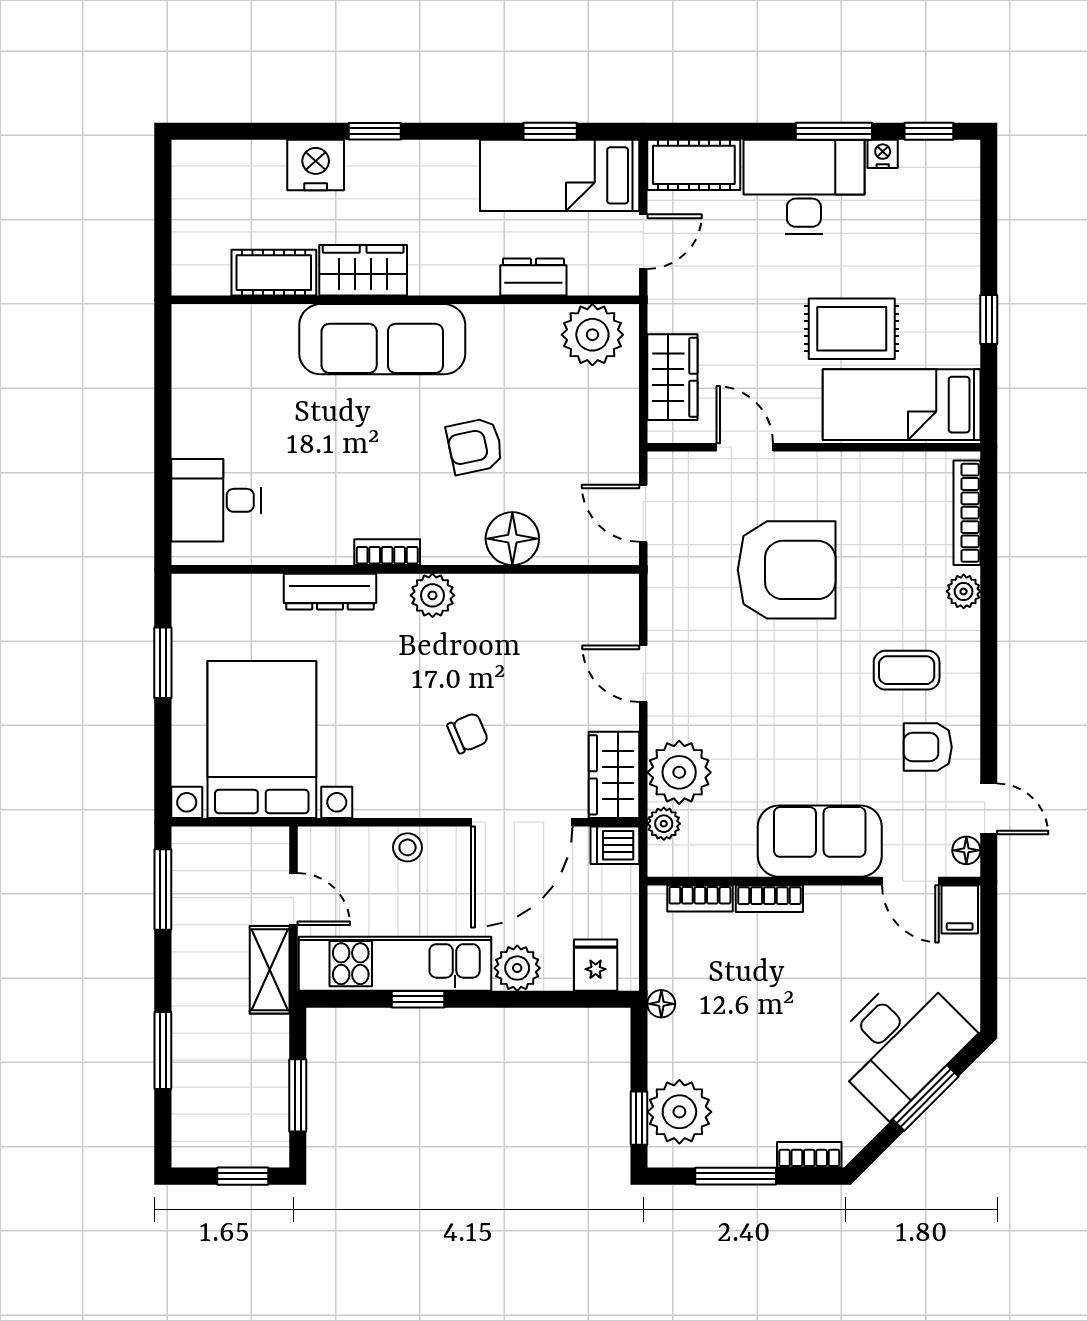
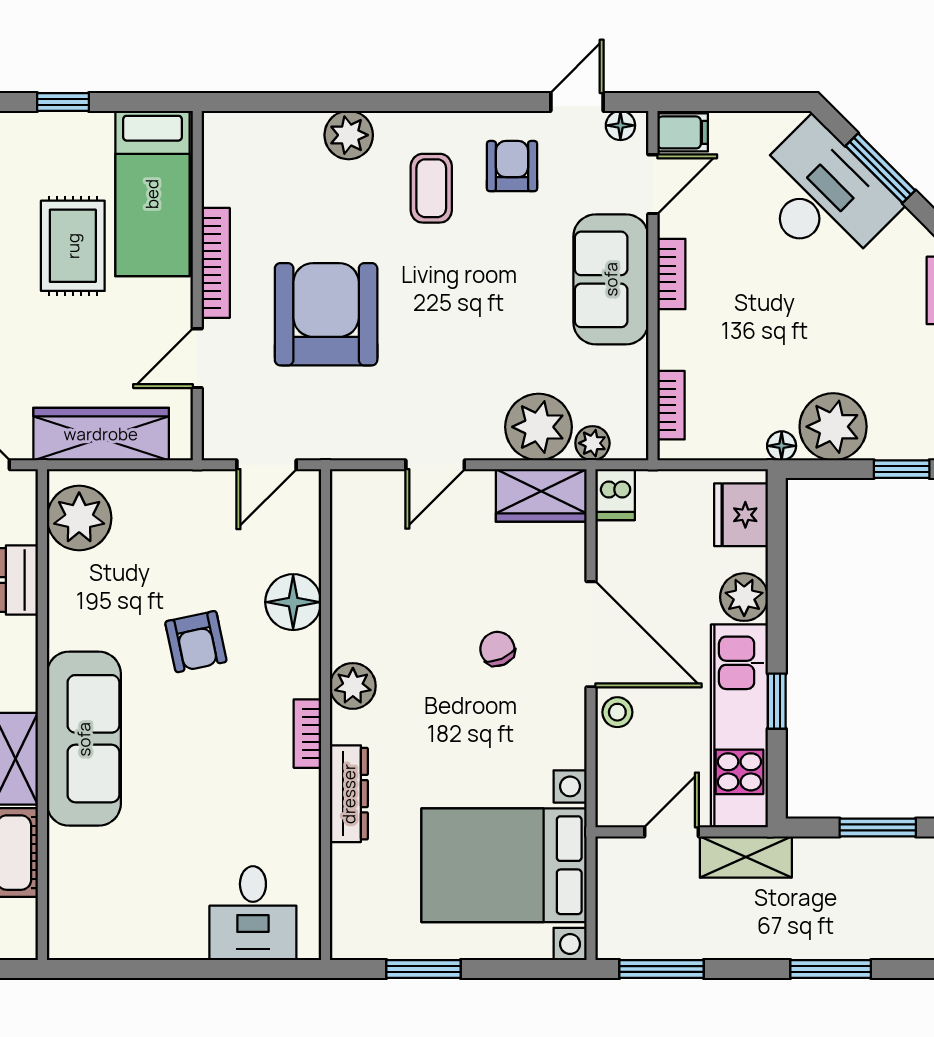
wardrobe: (672, 377) -> (101, 434), width x1.50
bookcase: (967, 513) -> (216, 263), moved, turned -90
plant: (964, 591) -> (349, 135), width x1.38, depth x1.38
armchair: (928, 747) -> (512, 166), turned 180
door: (522, 822) -> (591, 634), moved
bookcase: (769, 899) -> (671, 274), moved
fridge: (596, 965) -> (741, 515), width x1.38
plant: (679, 1112) -> (833, 427), moved

